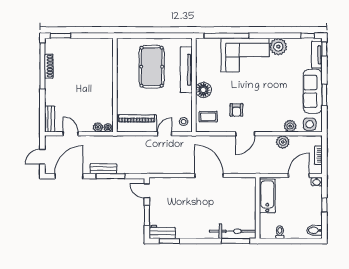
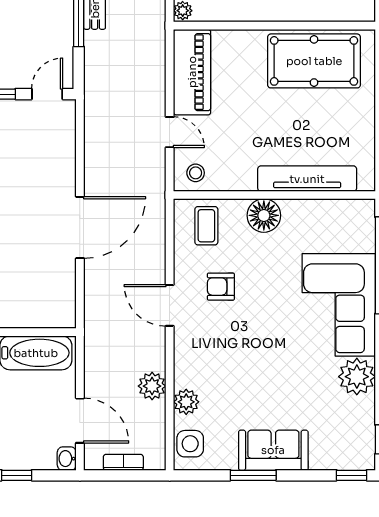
tv unit: (317, 55) -> (339, 459), removed
pool table: (152, 67) -> (314, 61), moved
sofa: (313, 91) -> (273, 450), width x0.73

